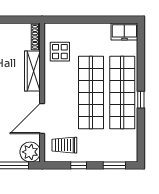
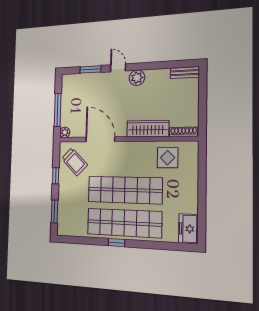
trolley: (64, 145) -> (74, 162), turned 135
plant: (30, 152) -> (65, 132), width x0.53, depth x0.53

